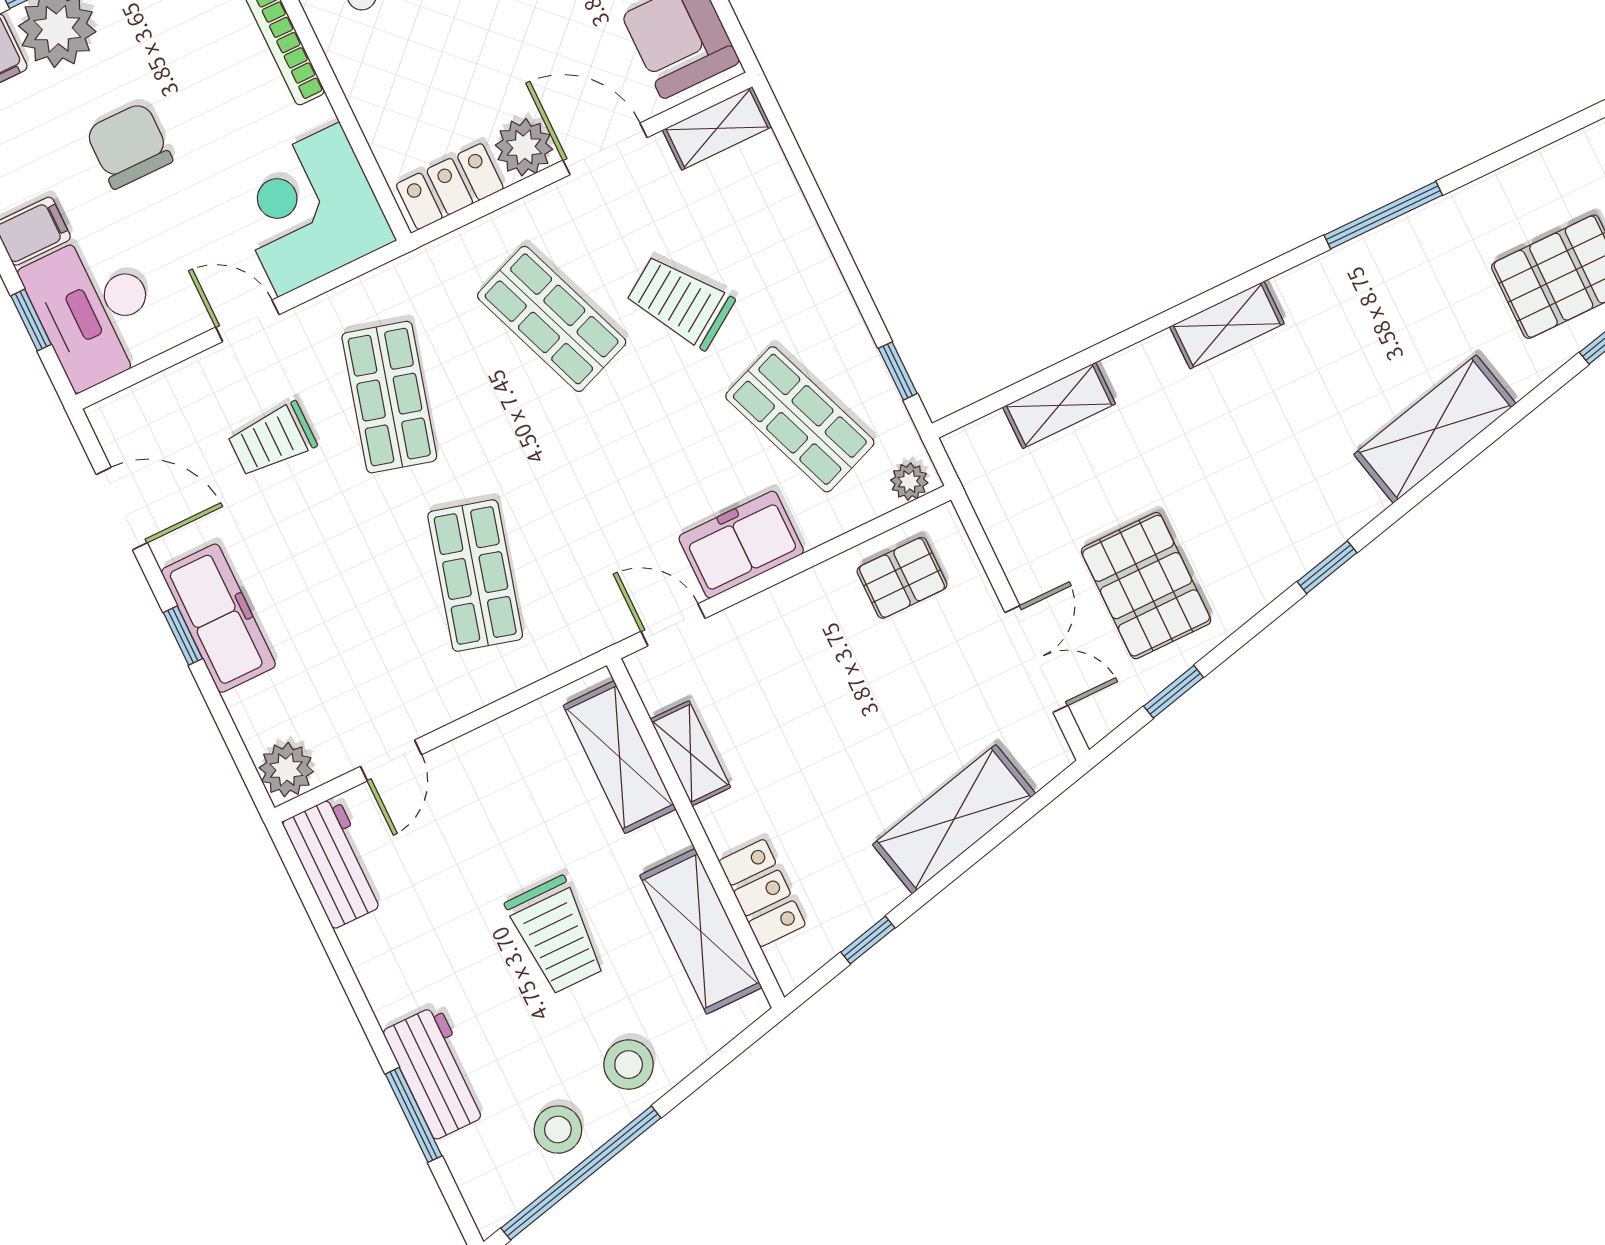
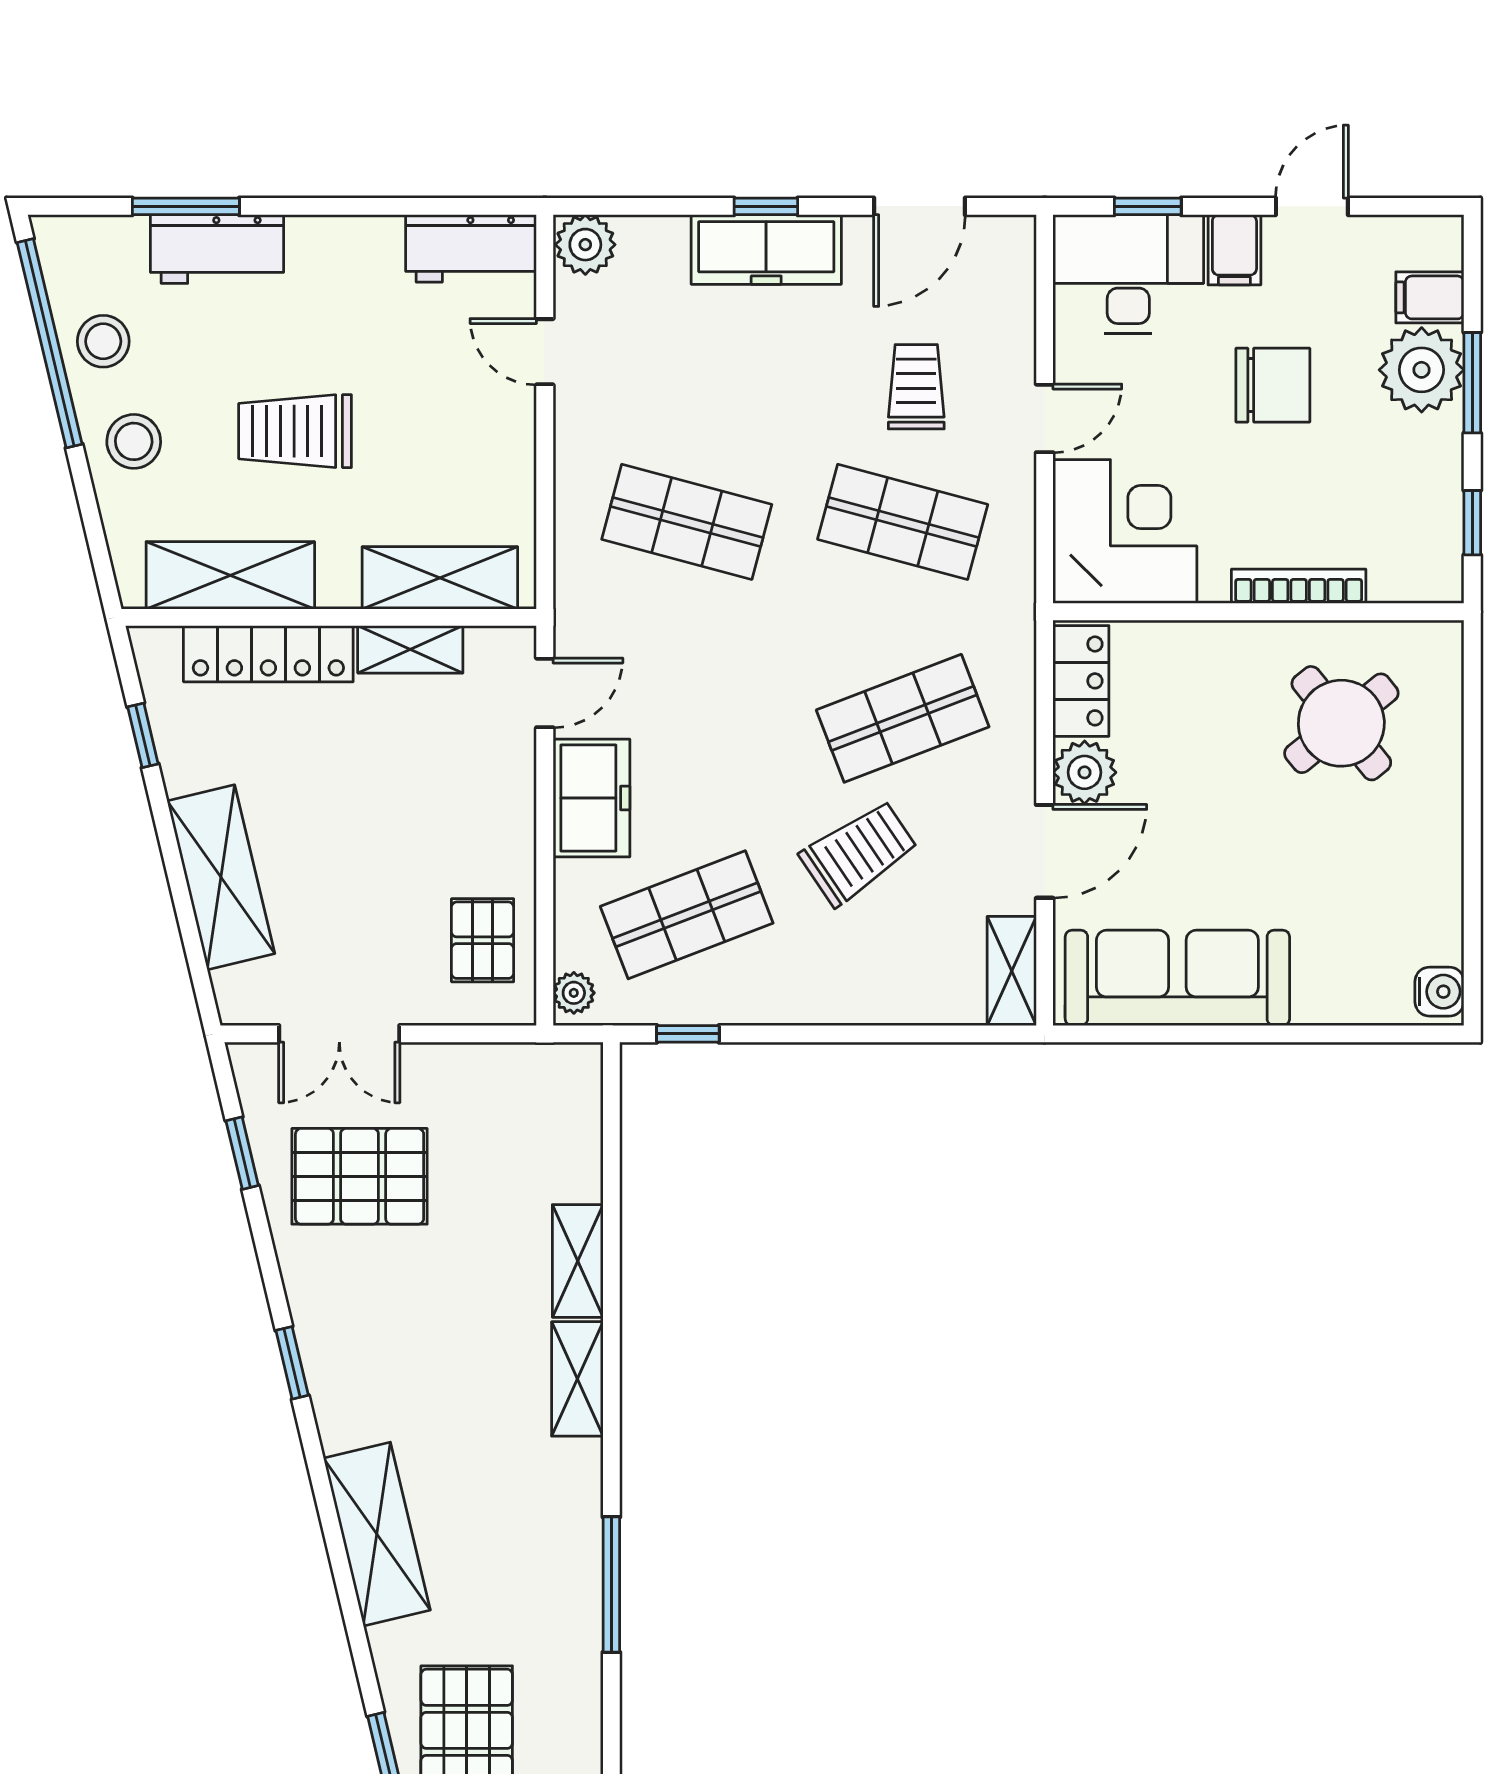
shelving: (1059, 405) -> (578, 1261), moved
locker: (762, 893) -> (268, 654), width x1.53

